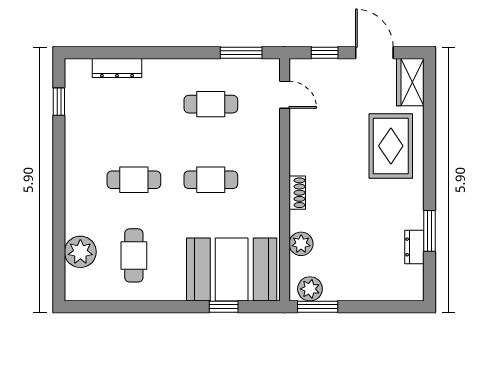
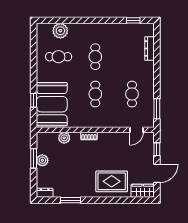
dresser: (414, 247) -> (45, 193), moved
plant: (310, 289) -> (42, 160), moved
window: (318, 307) -> (34, 158), moved

